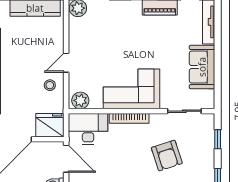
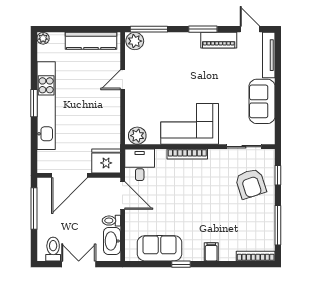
door: (66, 63) -> (123, 80), moved
stool: (50, 85) -> (106, 120), removed
desk: (88, 129) -> (140, 165), width x0.73
armchair: (167, 156) -> (251, 184), moved

